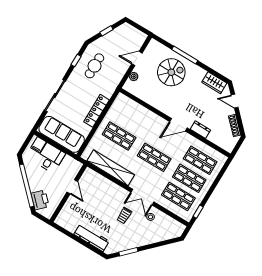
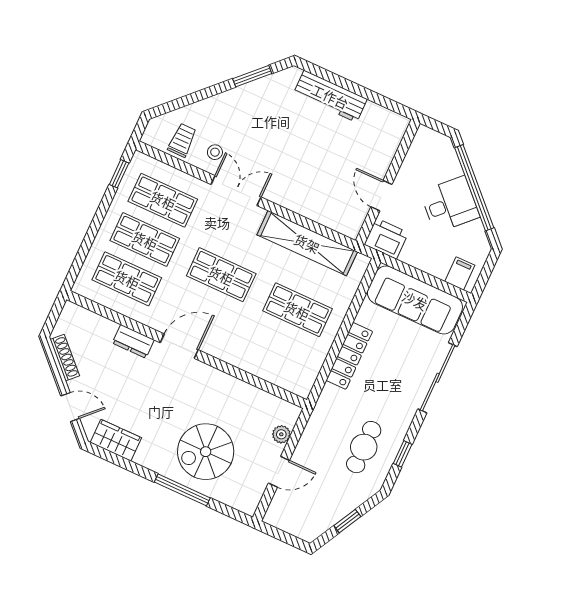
desk: (50, 158) -> (450, 204), moved, turned -135
printer: (40, 200) -> (386, 239), moved, turned 135
trolley: (124, 215) -> (182, 140), moved

